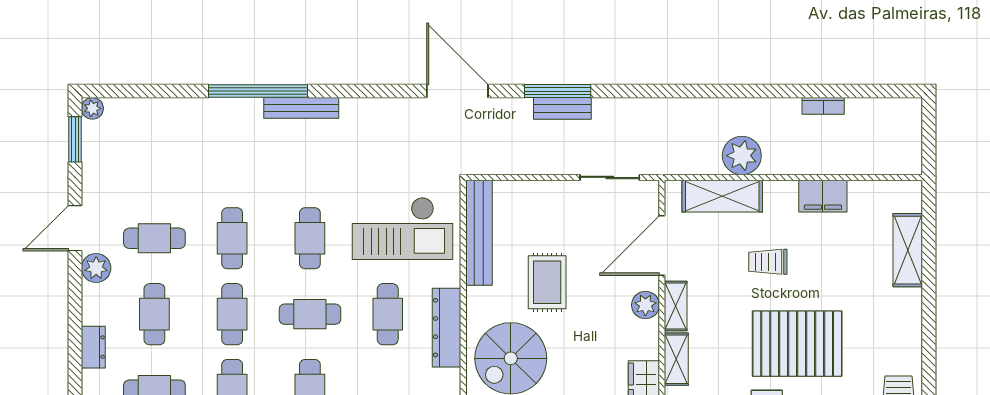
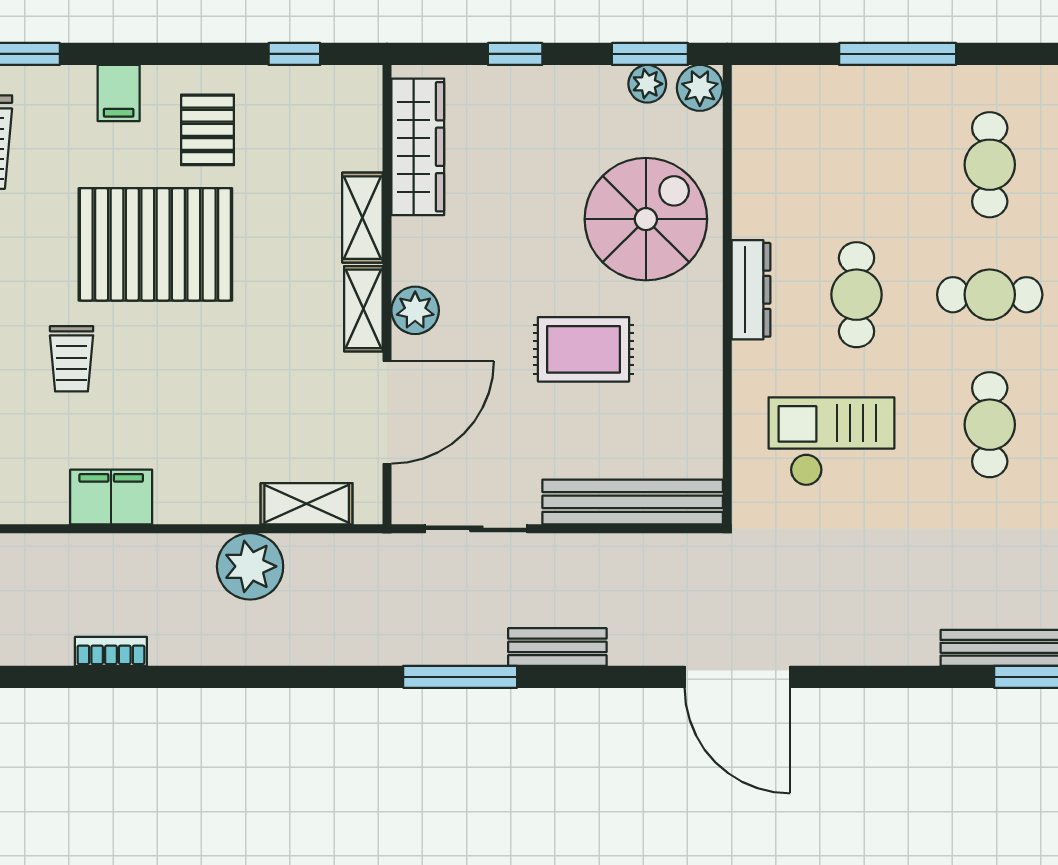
window: (558, 91) -> (460, 677), moved
shelving: (722, 196) -> (307, 504), width x0.67, depth x0.75
checkout: (402, 228) -> (831, 442), width x0.73, depth x0.83
bench: (479, 233) -> (633, 502), moved, turned 90
trolley: (768, 262) -> (72, 359), moved, turned 90
rug: (547, 282) -> (584, 349), turned 90
dresser: (447, 328) -> (751, 290), width x0.73, depth x0.80

